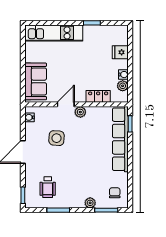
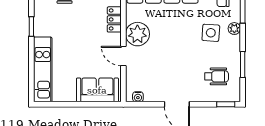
plant: (80, 112) -> (137, 34), width x1.88, depth x1.88
side table: (57, 138) -> (211, 33), moved

